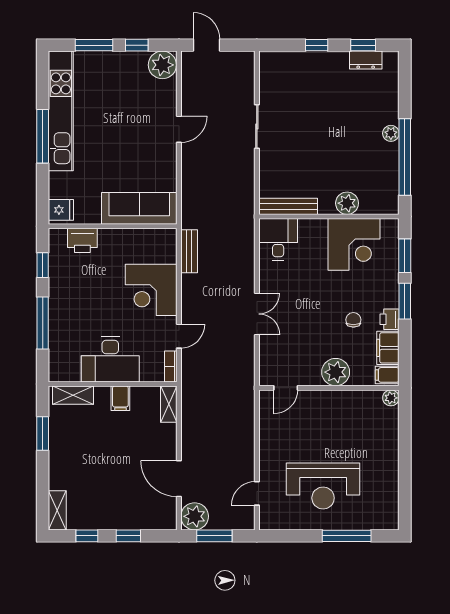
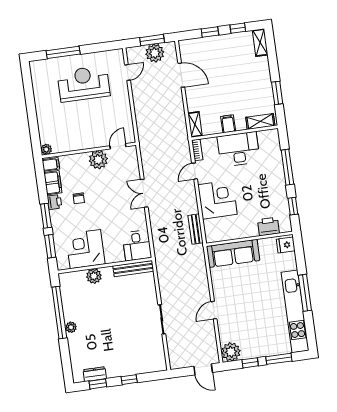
plant: (336, 372) -> (98, 160), moved
plant: (195, 516) -> (155, 53), moved

